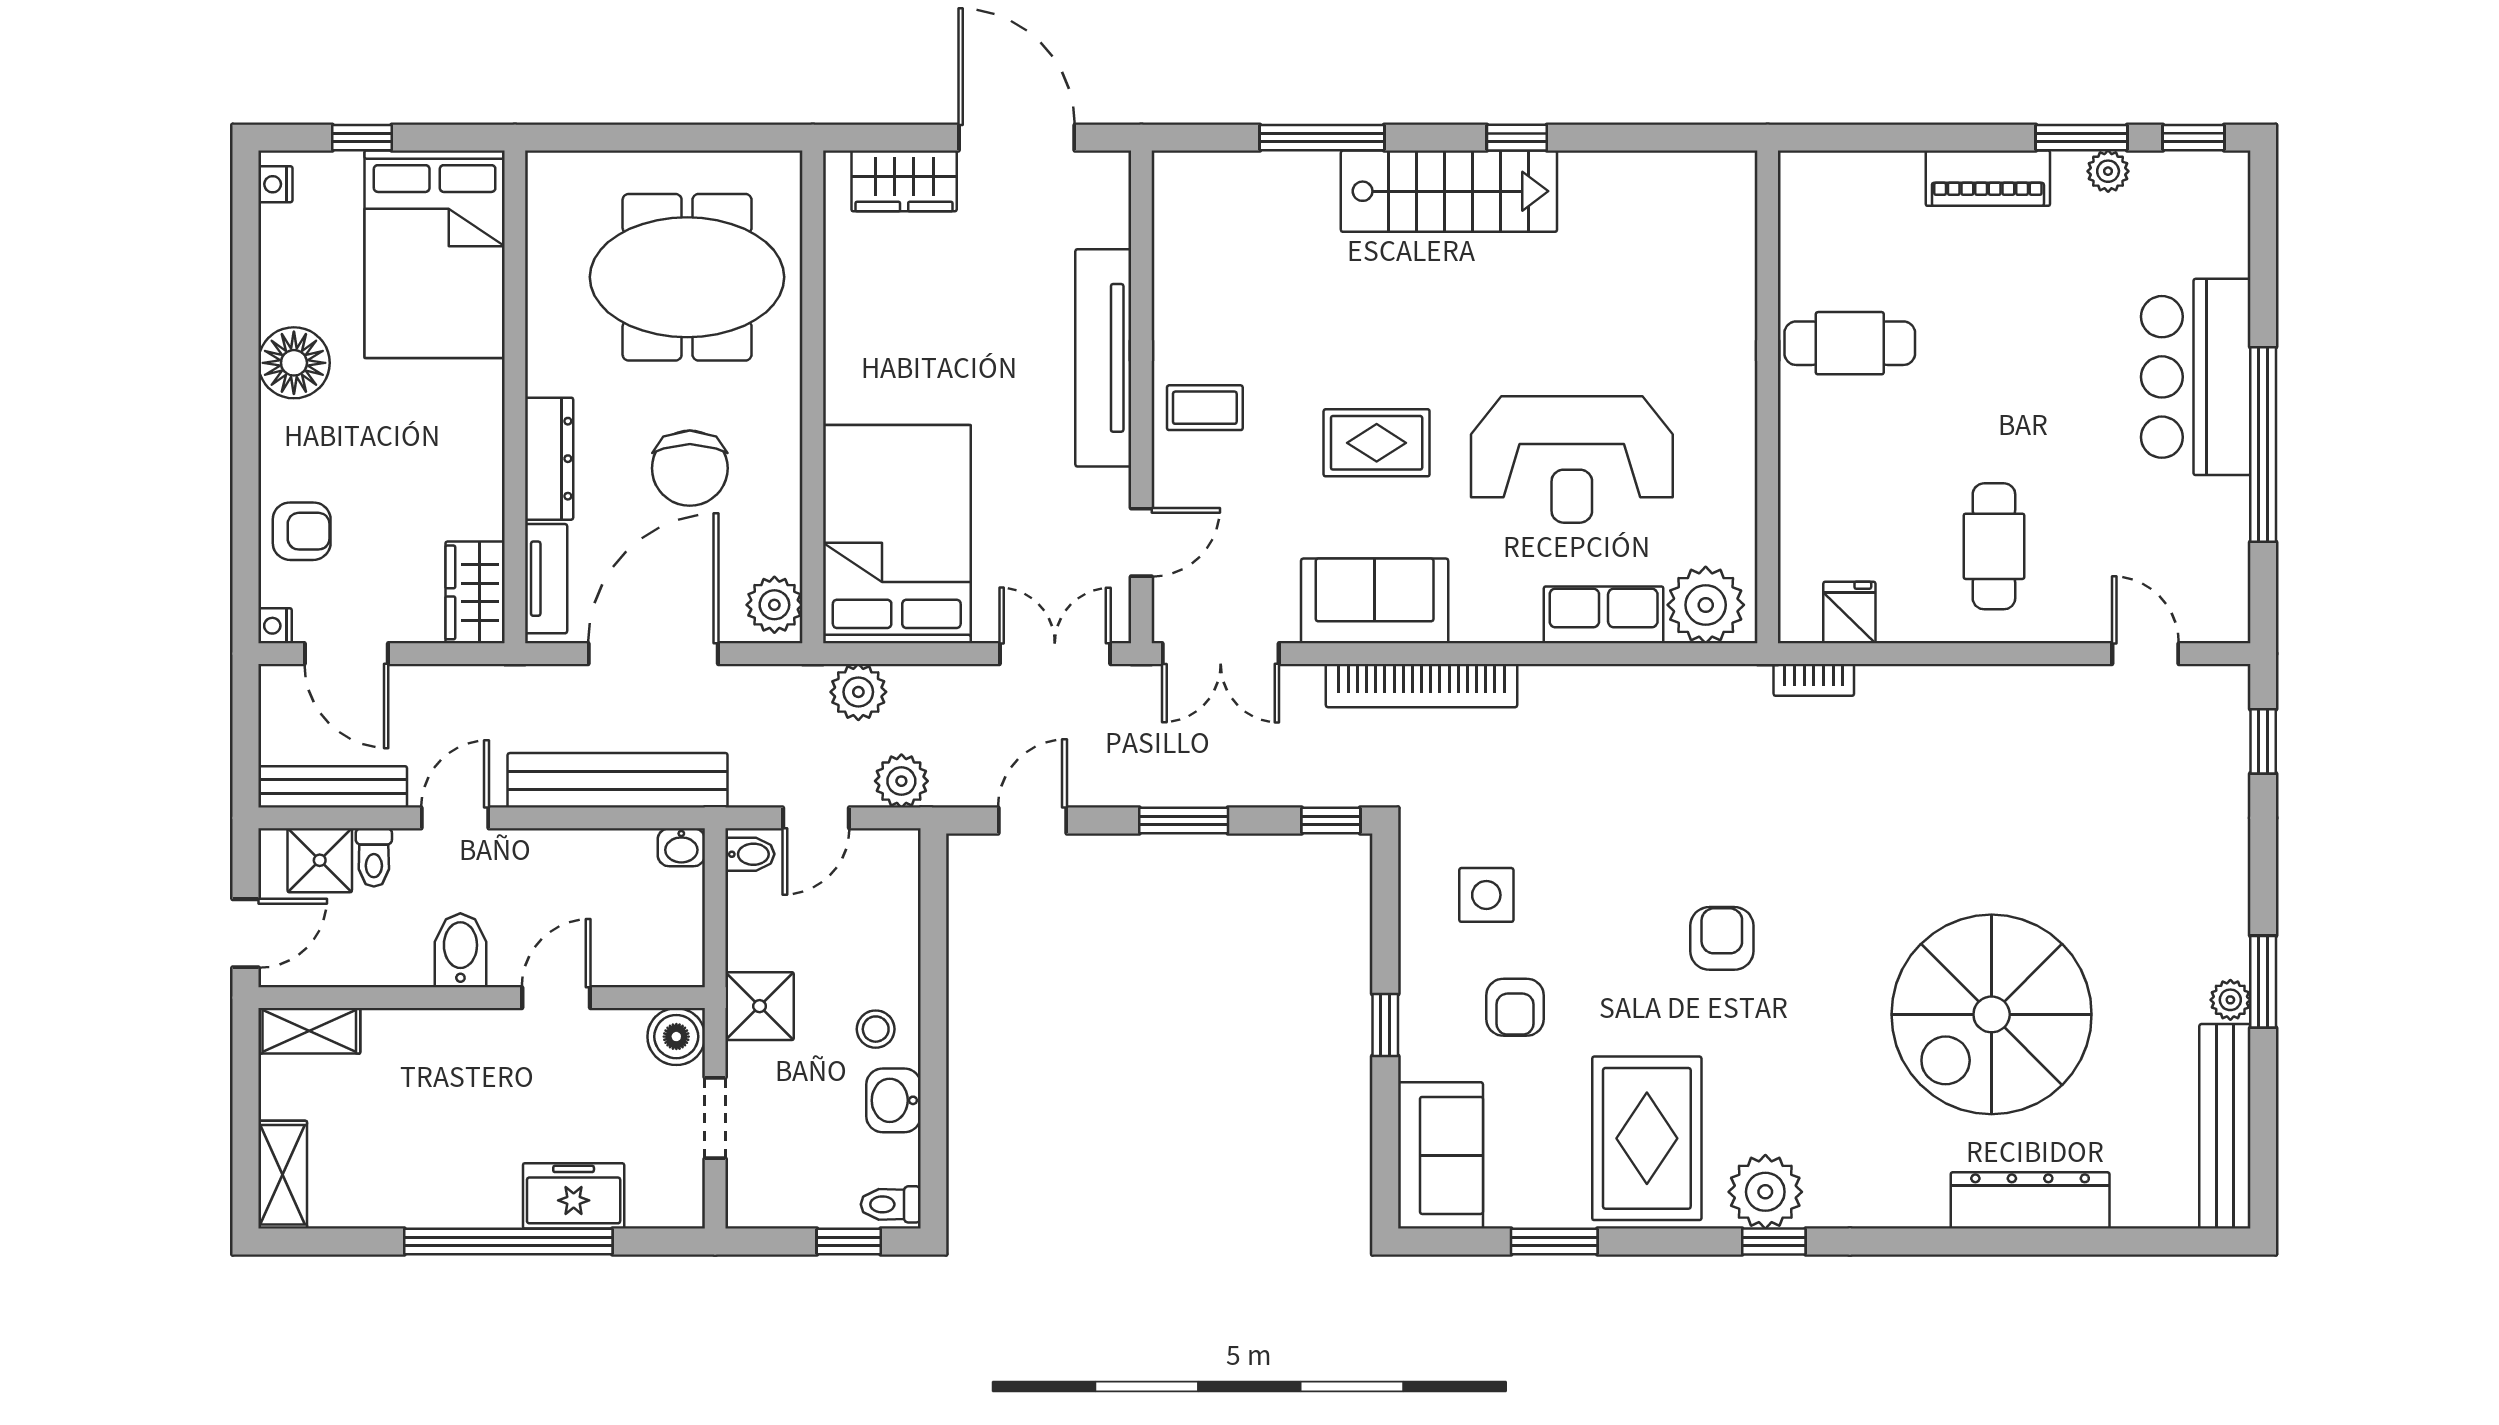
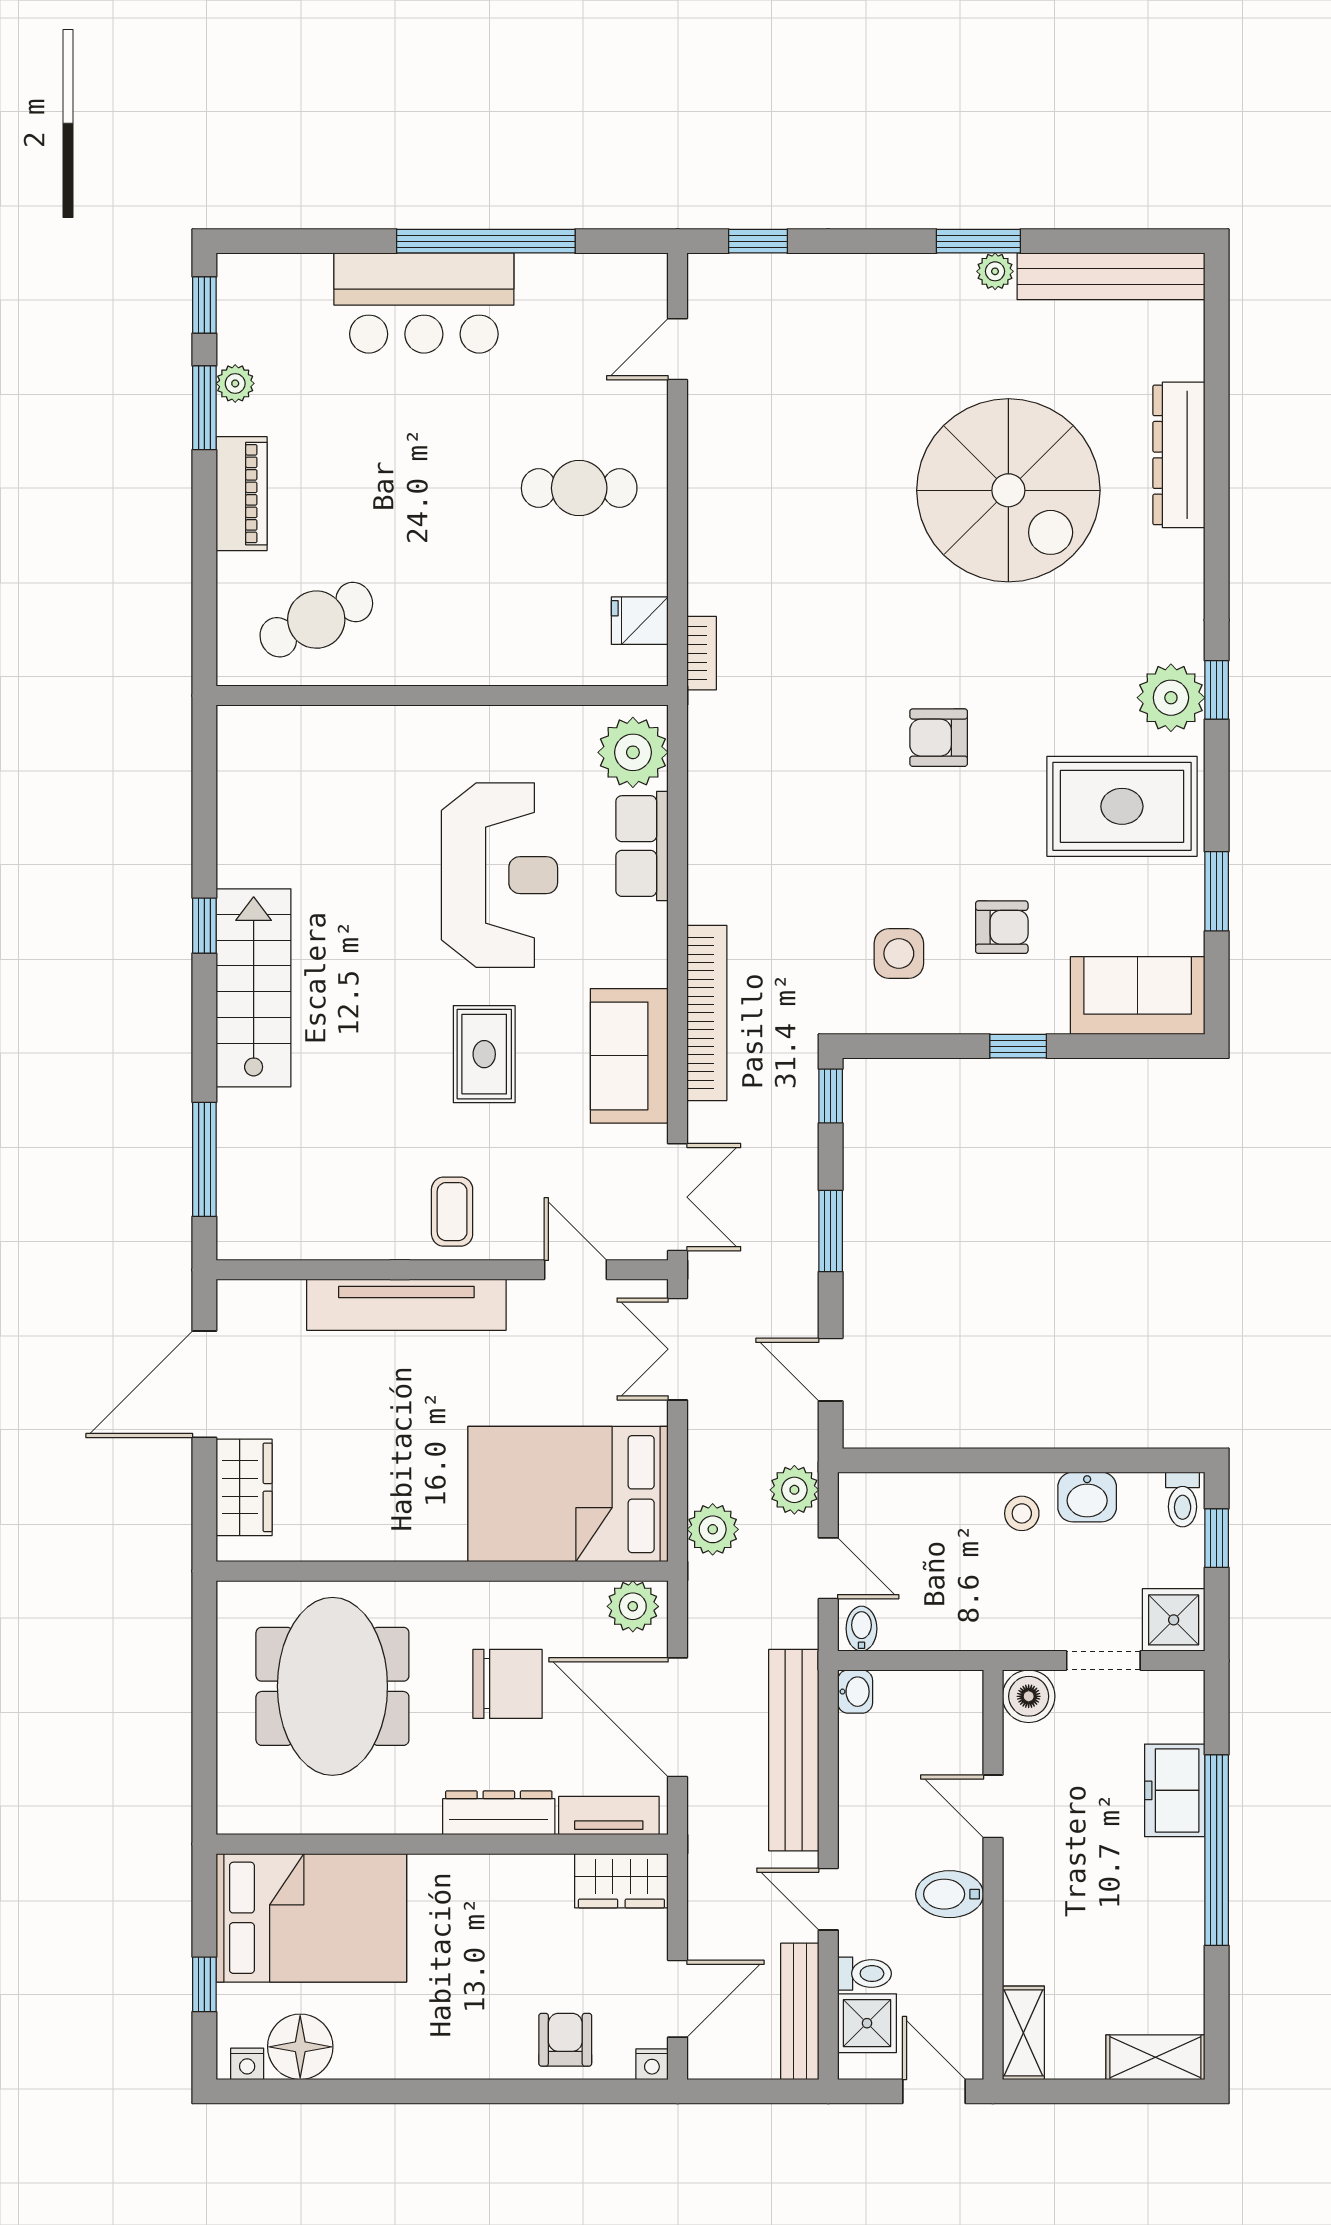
window: (1322, 138) -> (204, 1159), moved
cafe table: (1850, 343) -> (316, 620), moved, turned 65
floor lamp: (294, 363) -> (300, 2047), moved
shower: (760, 1006) -> (1174, 1620), moved

